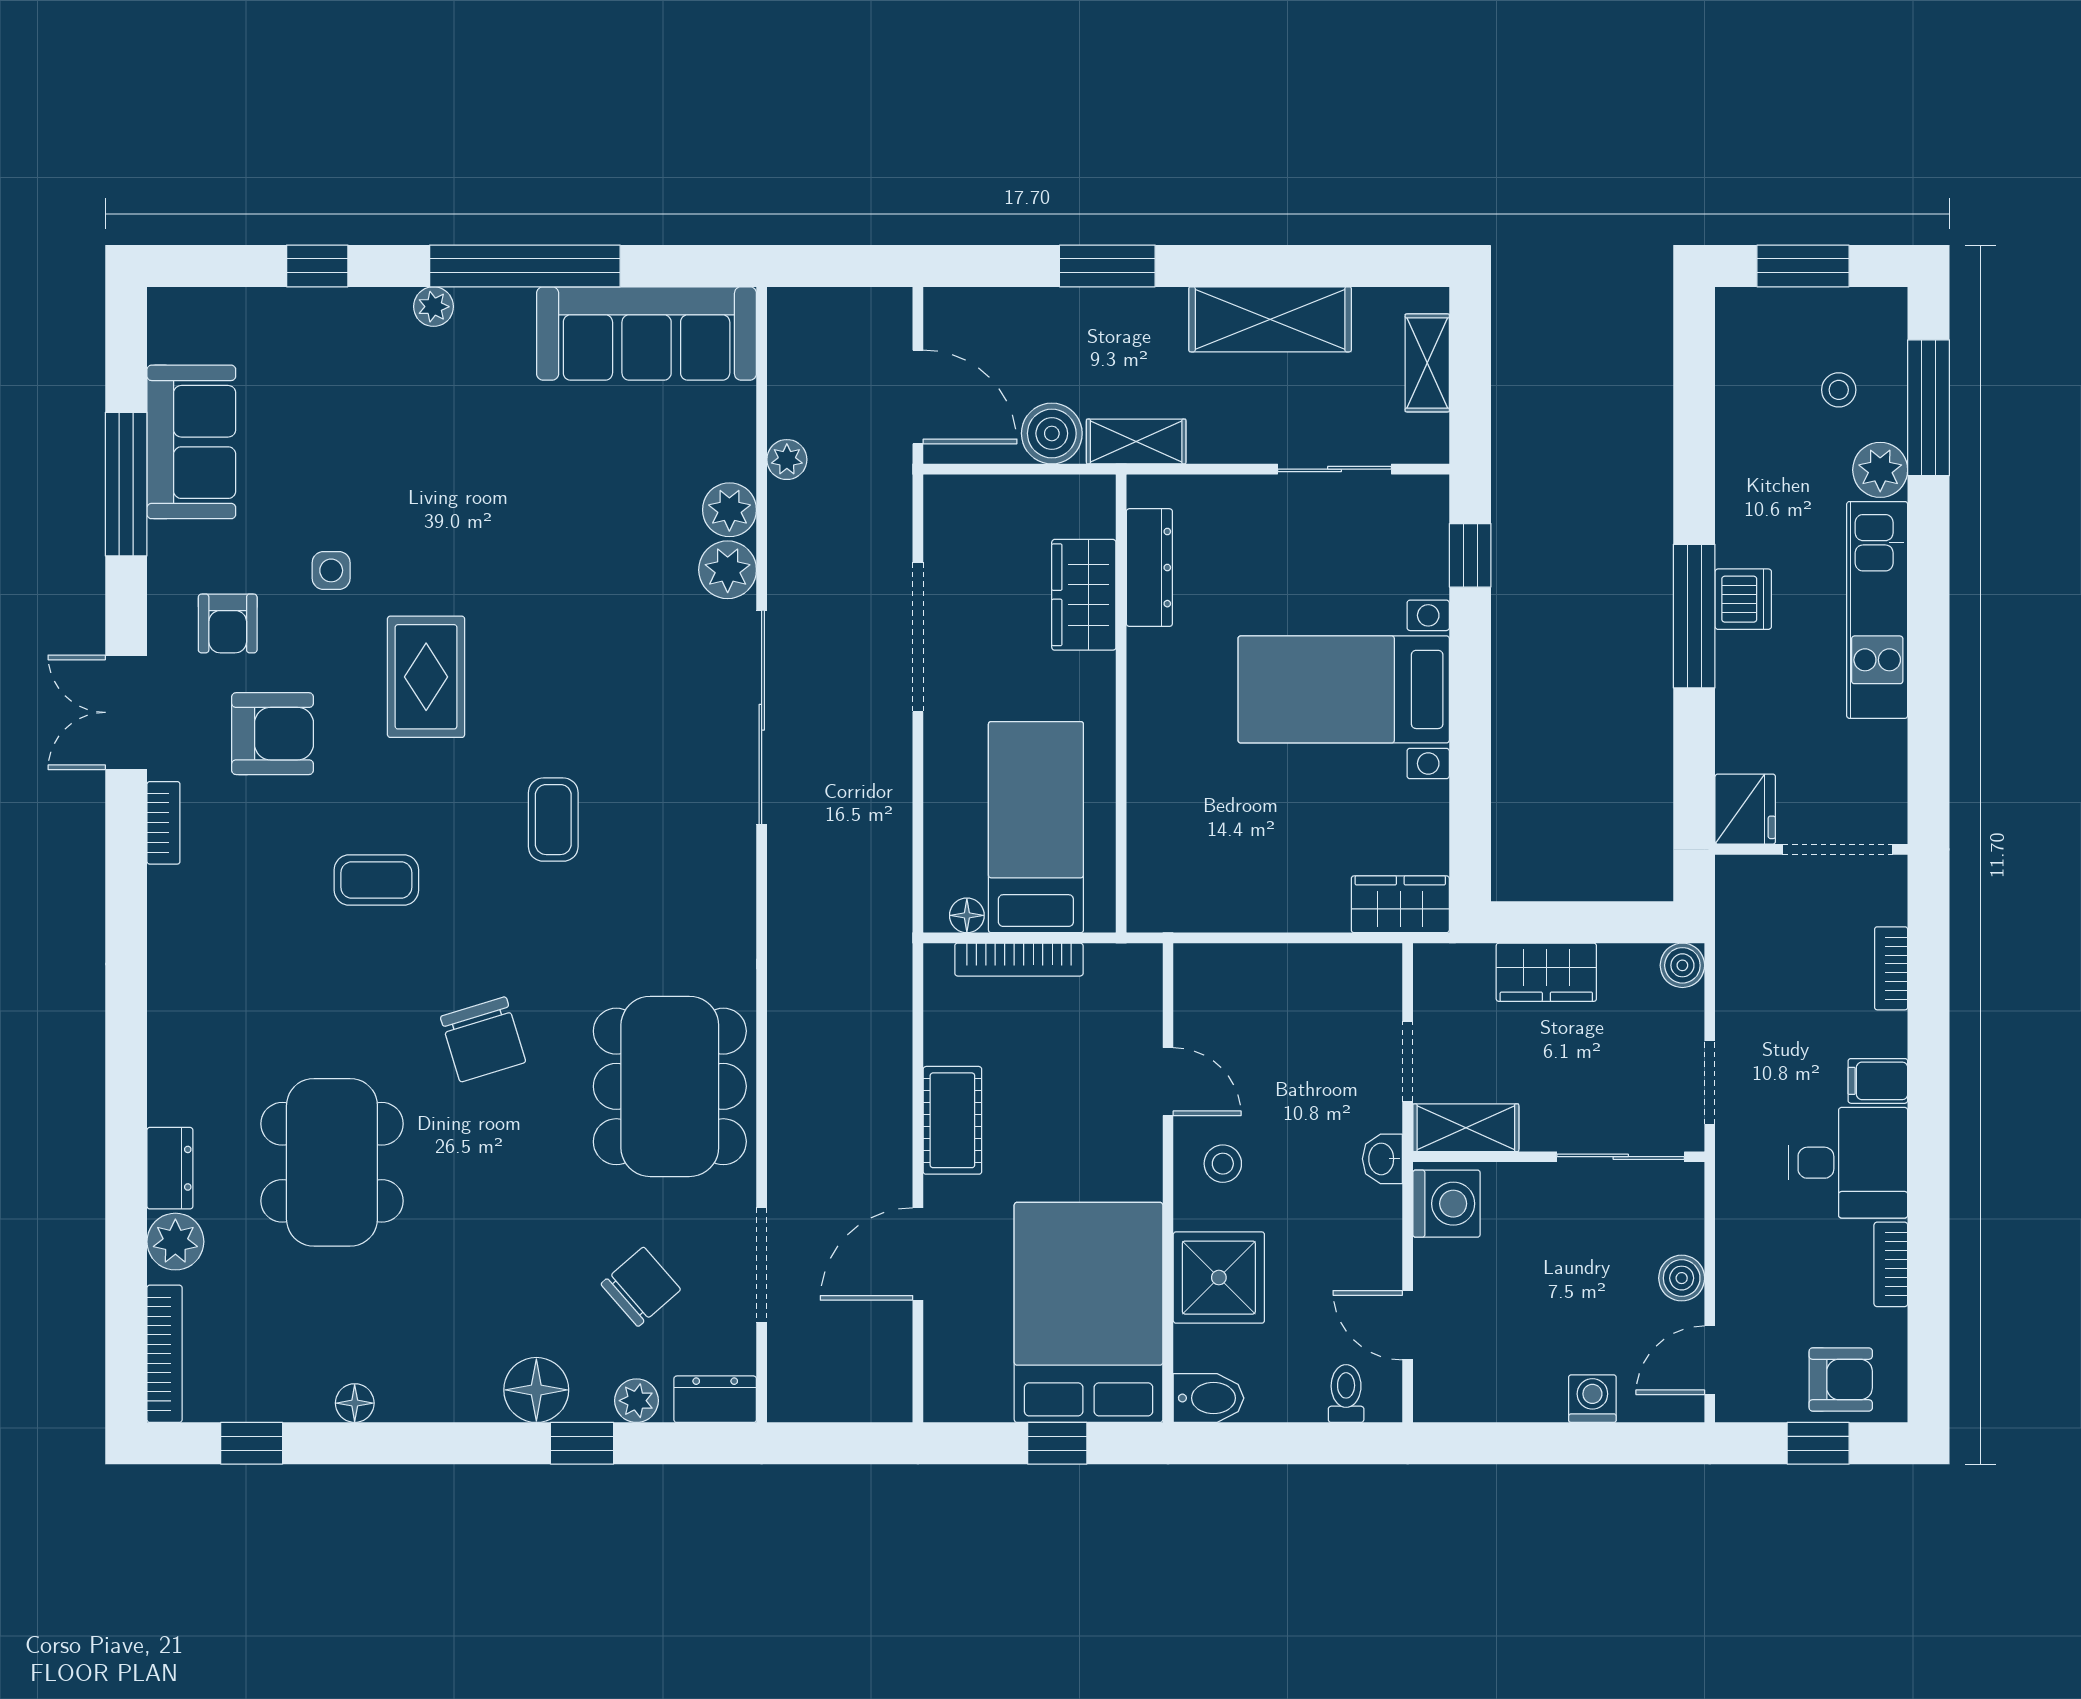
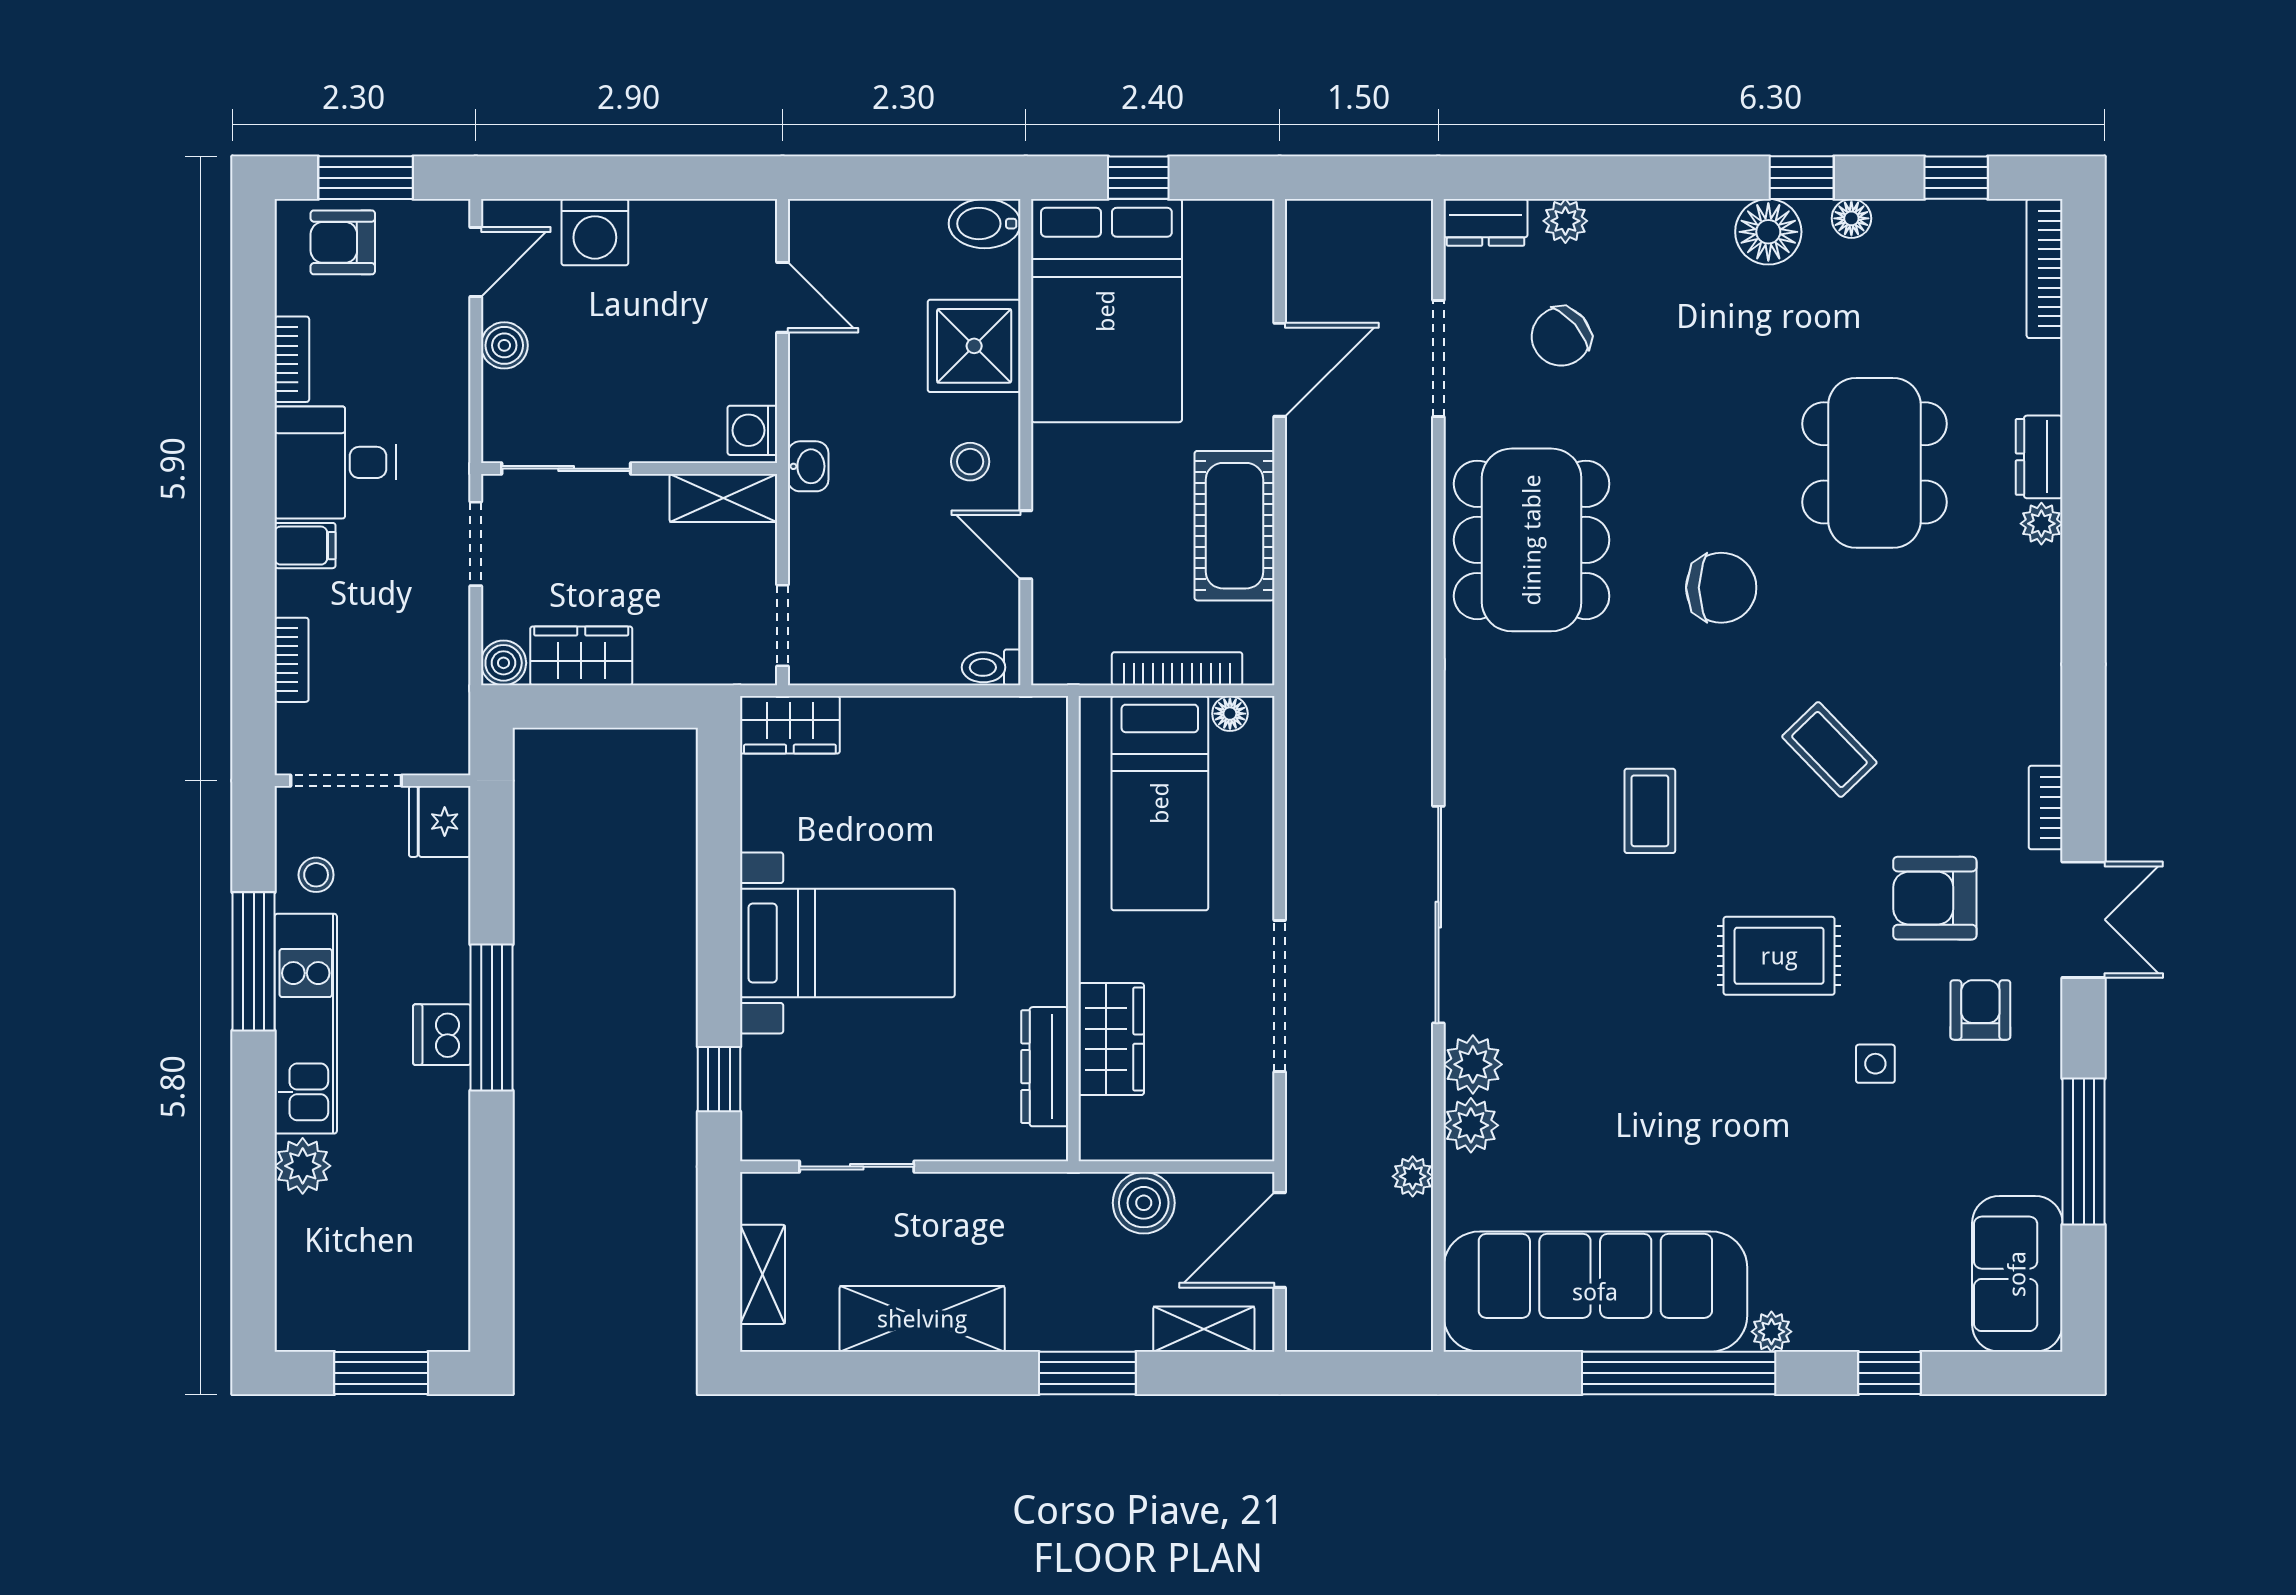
sofa: (647, 333) -> (1595, 1292), width x1.36, depth x1.27
stool: (1839, 390) -> (316, 875), moved
door: (918, 397) -> (1280, 1240), hinge flipped
window: (1929, 408) -> (254, 961), moved
shelving: (1136, 441) -> (1204, 1329), moved
sofa: (191, 442) -> (2017, 1274), moved
rug: (426, 677) -> (1779, 956), turned 90
coffee table: (376, 880) -> (1829, 750), turned 46
wardrobe: (1546, 972) -> (581, 656), moved
chair: (483, 1039) -> (1721, 588), turned 107
doorway: (1408, 1062) -> (782, 625), moved
cot: (952, 1120) -> (1235, 526), width x1.37, depth x1.34
washing machine: (1446, 1204) -> (752, 430), width x0.73, depth x0.73
plant: (175, 1242) -> (2041, 524), moved, width x0.73, depth x0.73
floor lamp: (536, 1390) -> (1768, 232), moved
toilet: (1346, 1394) -> (991, 667), moved, turned 90
washing machine: (1592, 1399) -> (595, 232), width x1.38, depth x1.38
window: (582, 1443) -> (1802, 178), moved
window: (1818, 1443) -> (366, 178), width x1.50

